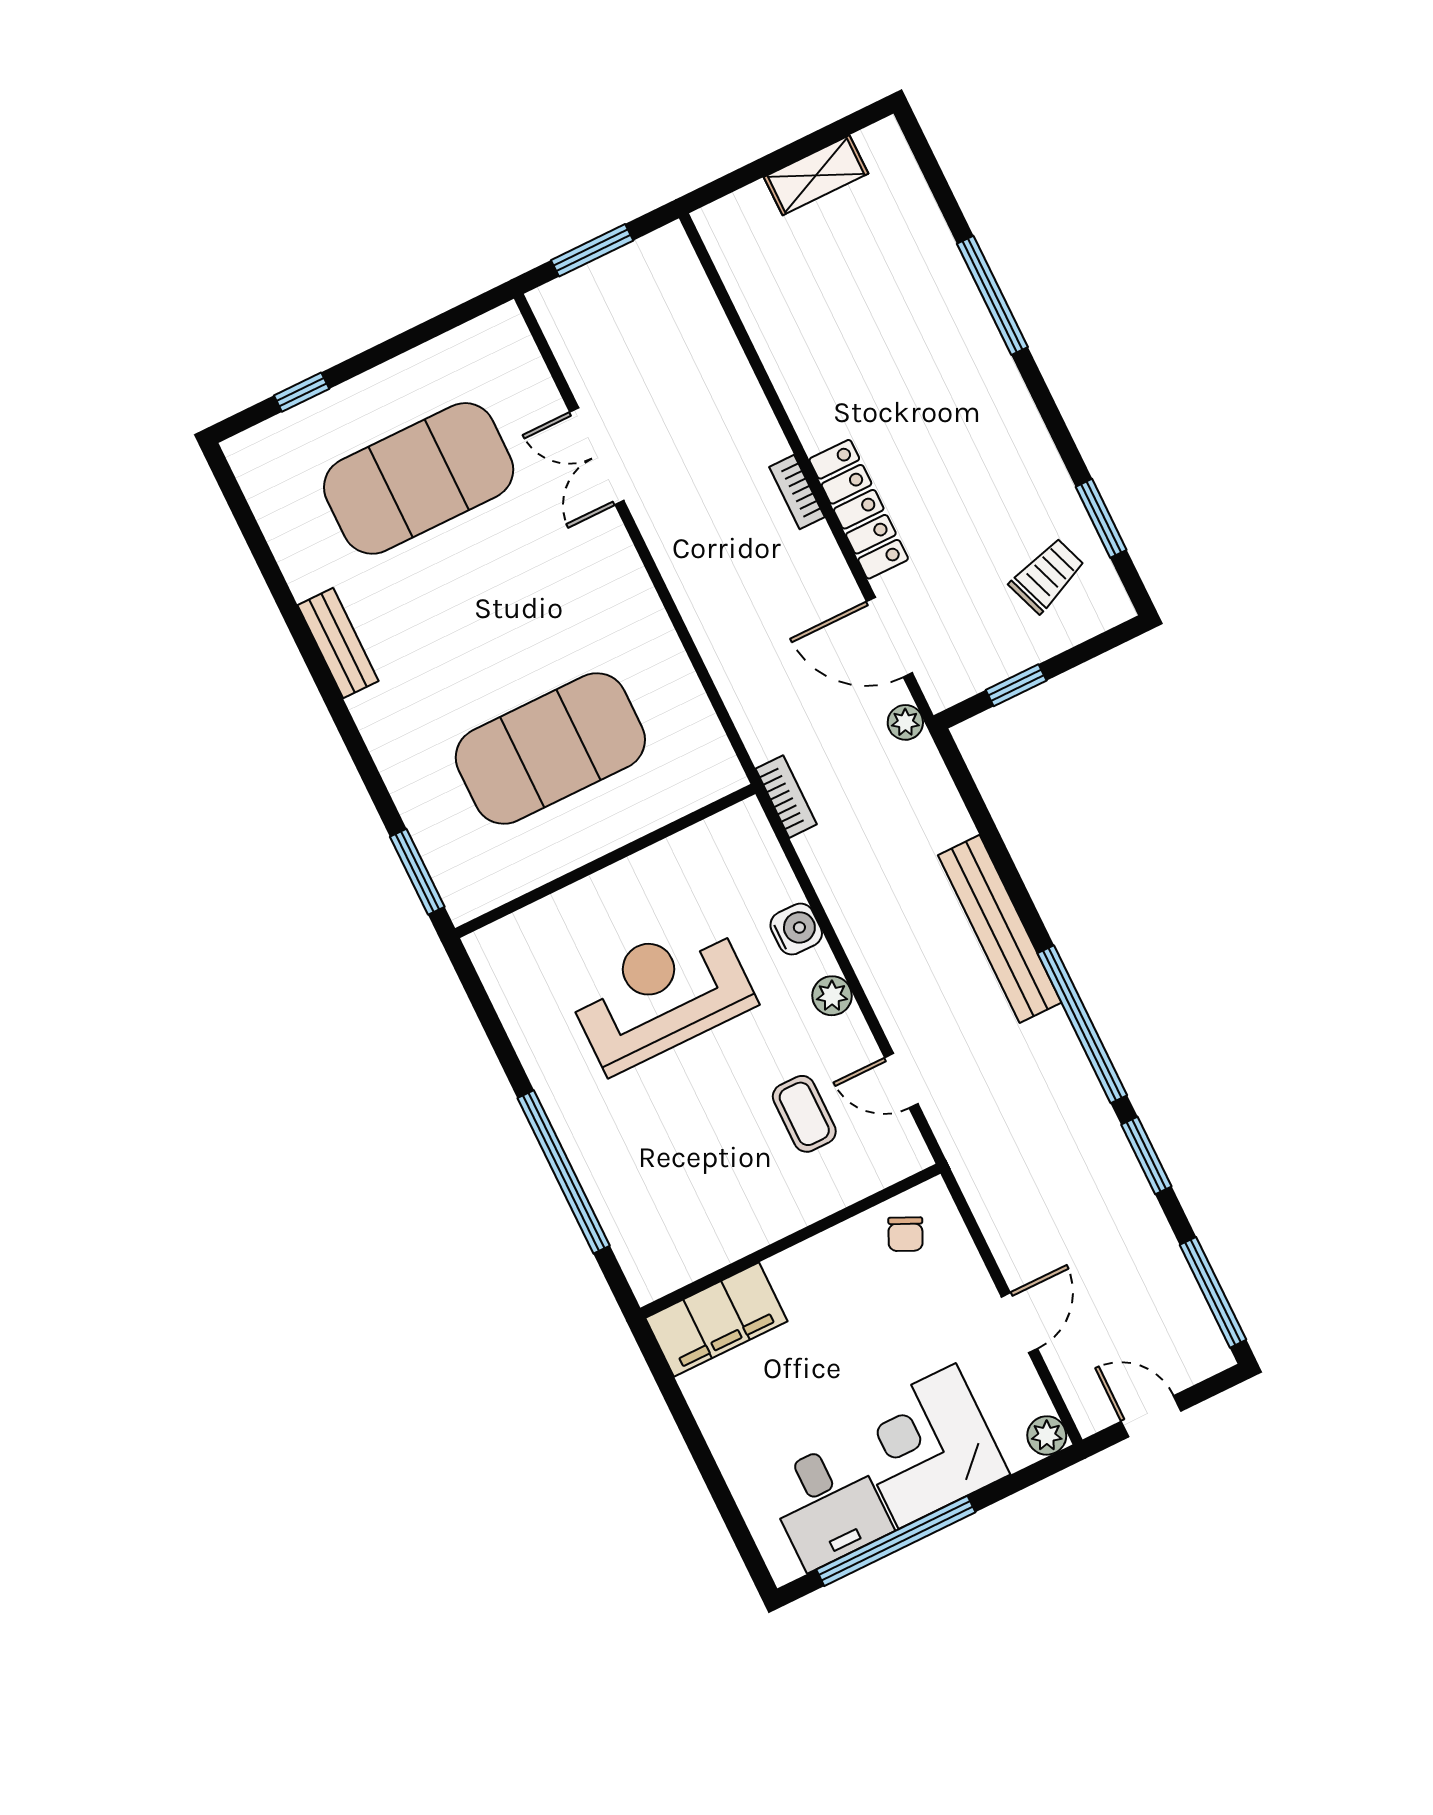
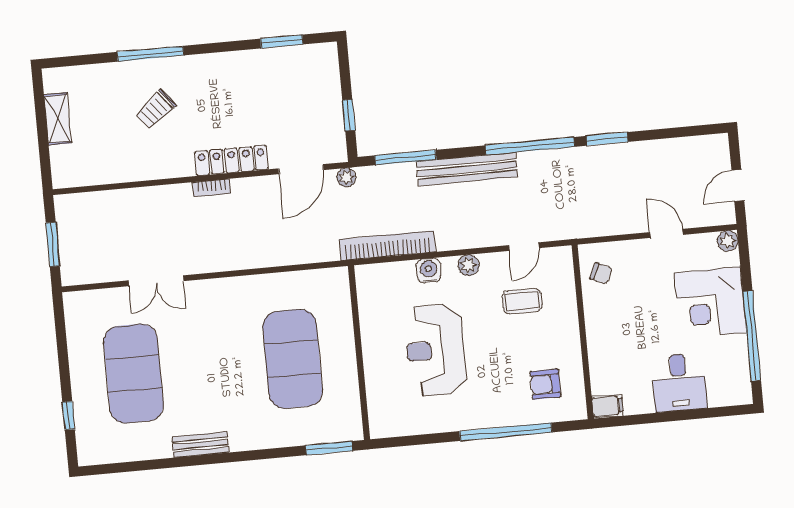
trolley: (1047, 576) -> (156, 109), moved, turned -109
bookcase: (786, 797) -> (387, 246), width x2.31, depth x1.31
armchair: (674, 1210) -> (545, 384), added
window: (1213, 1292) -> (405, 158), moved
filing cabinet: (716, 1320) -> (608, 406), width x0.33, depth x0.86
desk: (828, 1505) -> (679, 383), moved, turned 90

